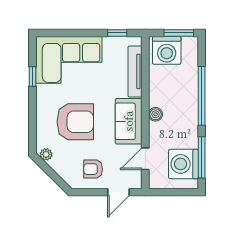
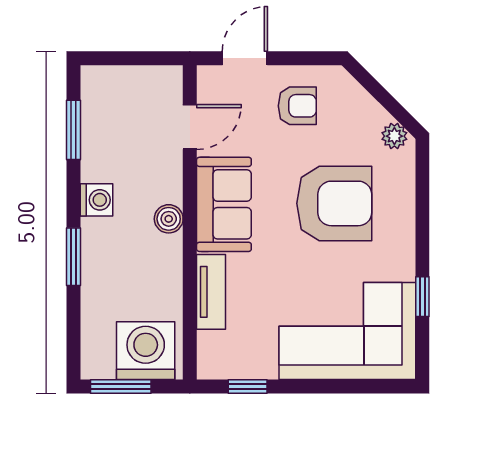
tv unit: (135, 71) -> (211, 292), width x0.71
window: (202, 96) -> (74, 257), width x0.47
armchair: (75, 122) -> (334, 203), turned 180
window: (202, 157) -> (74, 130), width x0.69
washing machine: (184, 164) -> (97, 200), moved, width x0.53, depth x0.53

